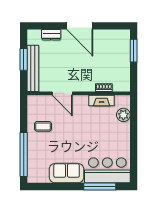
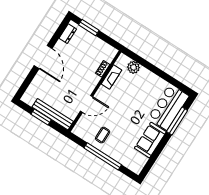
door: (80, 26) -> (43, 57), hinge flipped
dresser: (51, 35) -> (68, 34), moved
window: (24, 155) -> (103, 156), moved

